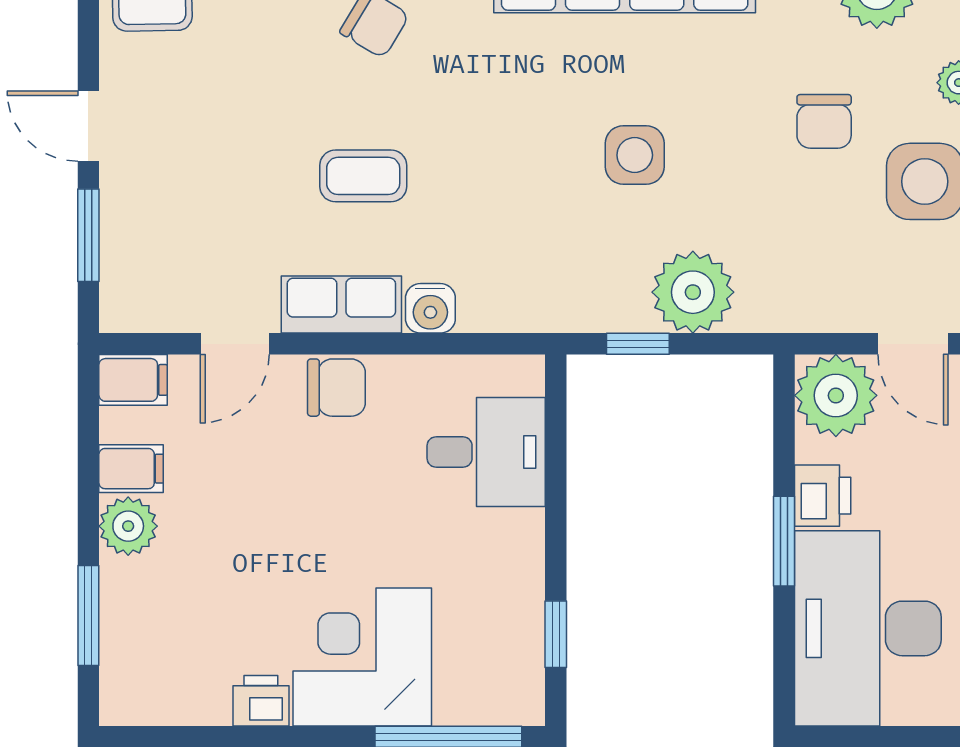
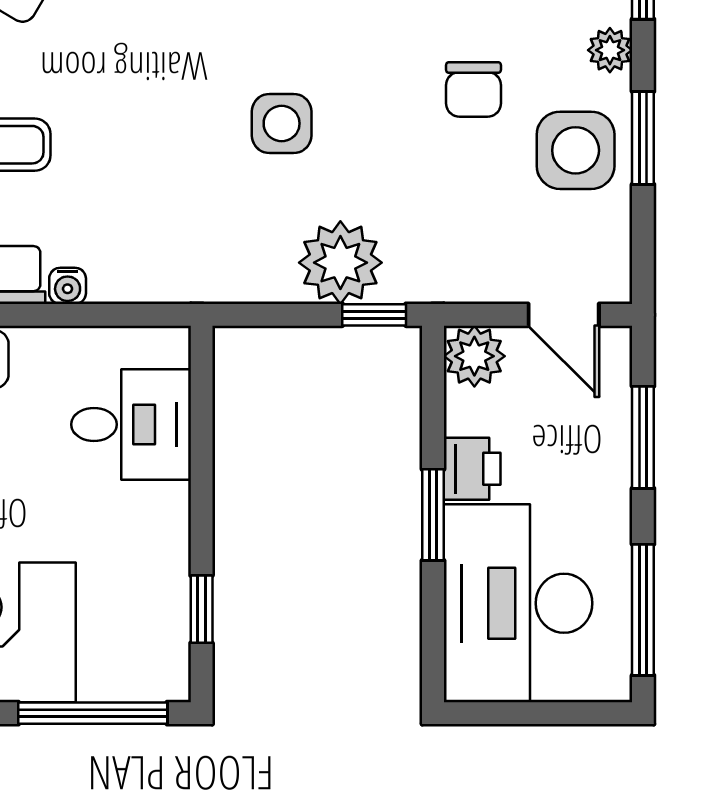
water cooler: (430, 308) -> (68, 286), width x0.72, depth x0.72
window: (638, 344) -> (374, 315), moved
plant: (836, 395) -> (474, 356), width x0.73, depth x0.73

